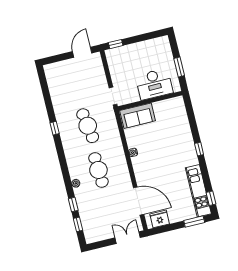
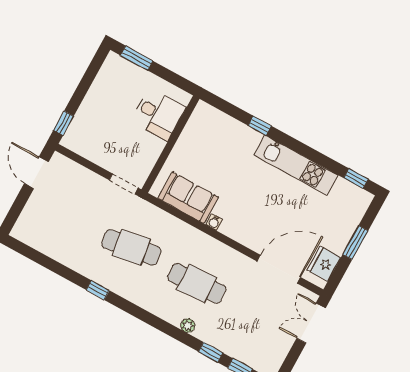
window: (179, 67) -> (137, 58), moved
desk: (154, 84) -> (158, 114), width x0.73
sofa: (138, 116) -> (188, 198), moved, turned -90
window: (199, 149) -> (260, 126), moved
kitchen unit: (198, 191) -> (296, 165), moved
window: (194, 221) -> (355, 243), moved

